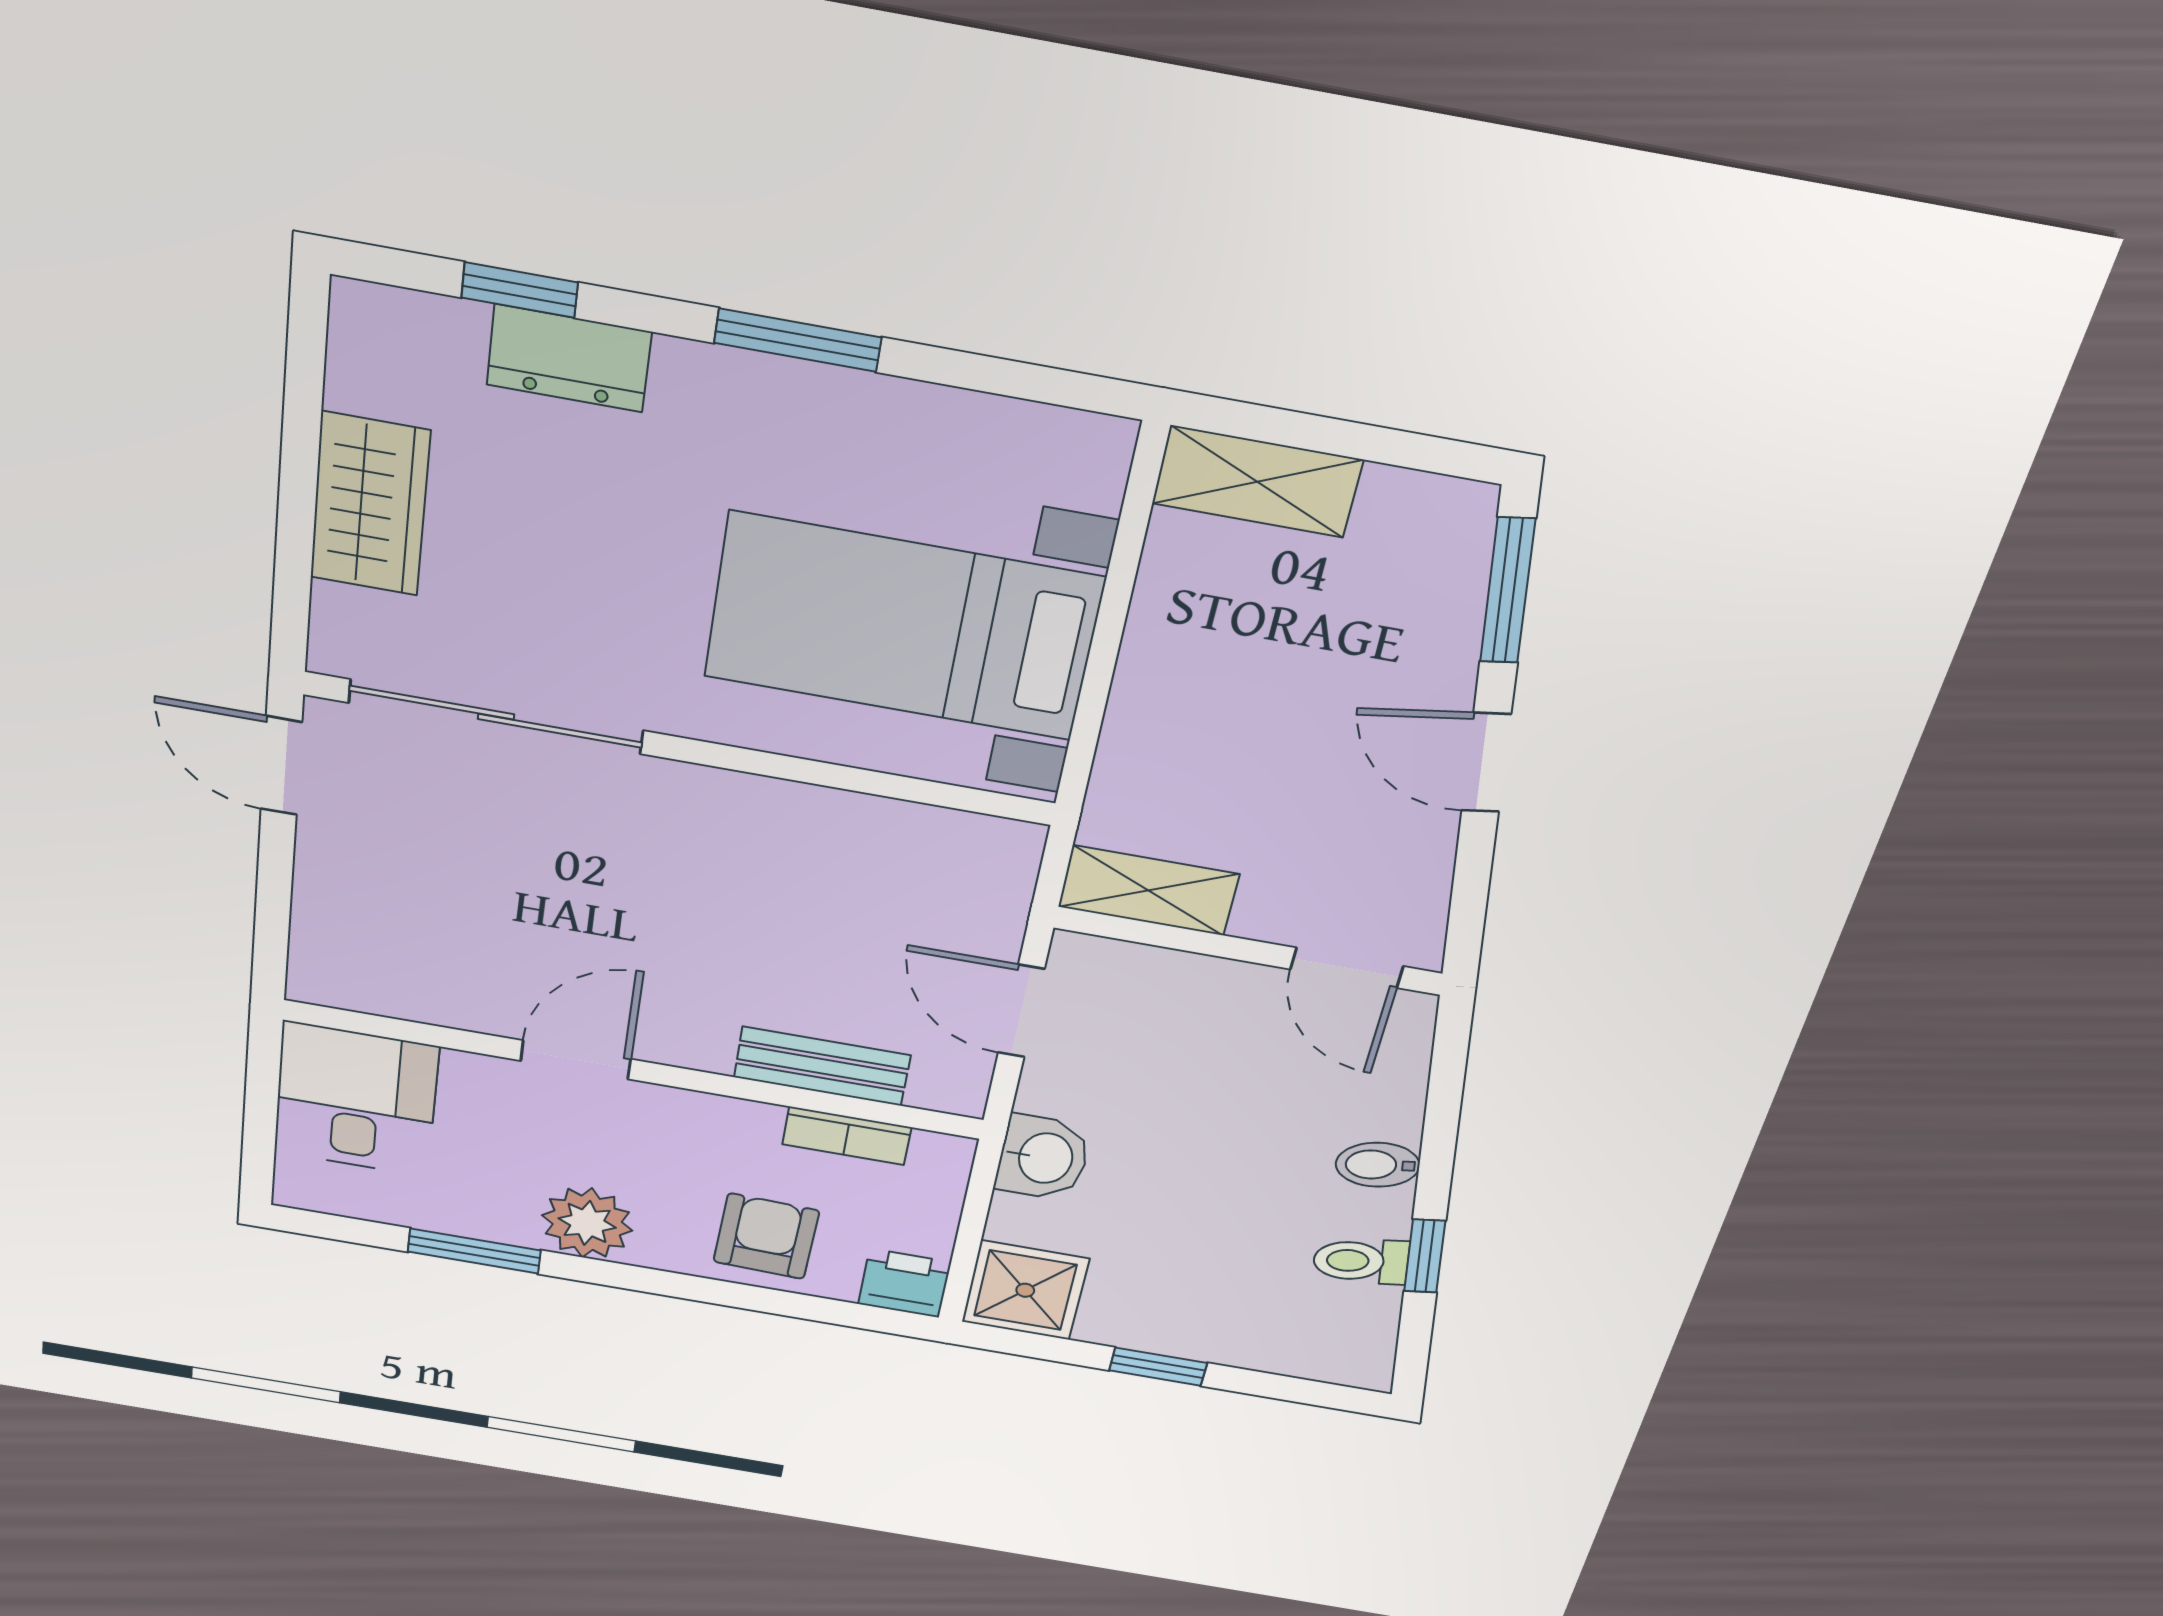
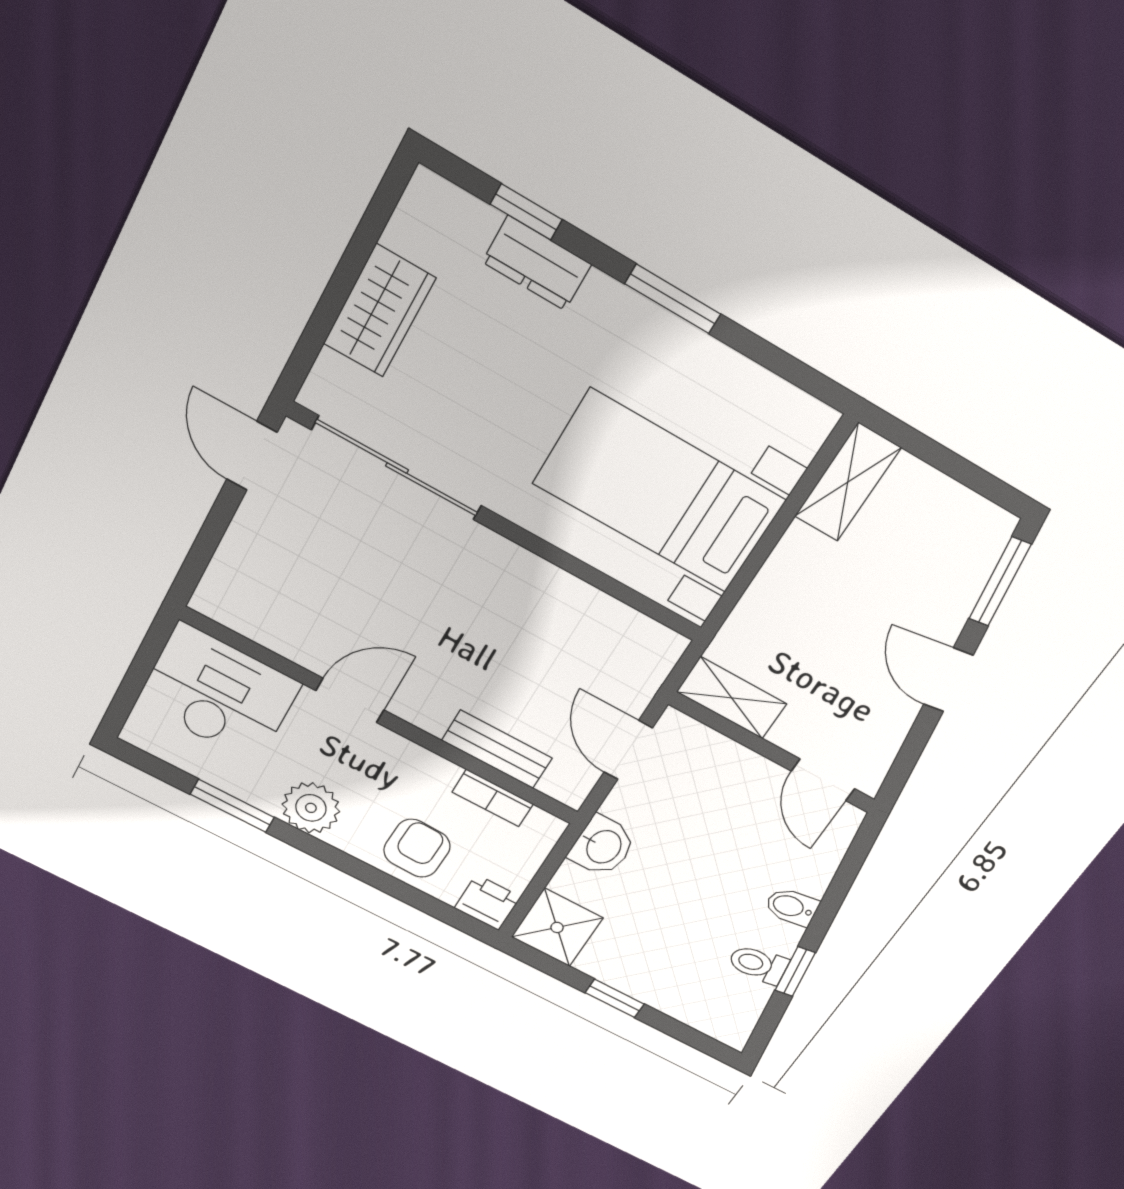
shelving: (1257, 482) -> (848, 482), moved, turned 90
desk: (356, 1099) -> (219, 693), width x1.37

